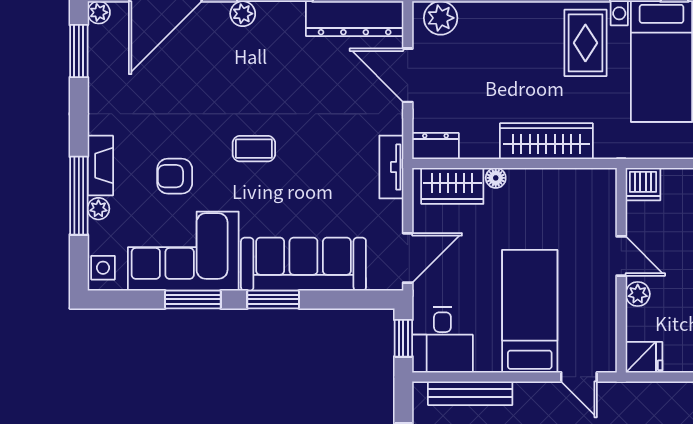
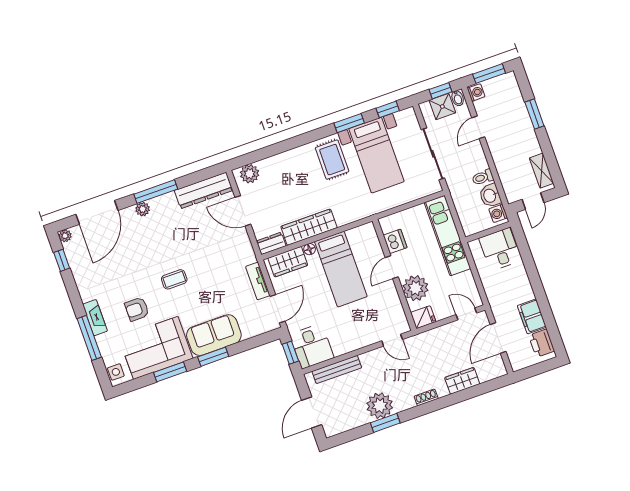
window: (79, 51) -> (62, 260), width x0.67
wardrobe: (546, 141) -> (309, 227), moved
tv unit: (391, 167) -> (258, 281), moved
dishwasher: (643, 184) -> (395, 241), moved, turned -90
plant: (98, 209) -> (102, 341), removed
door: (621, 256) -> (392, 267), swing flipped
sofa: (303, 264) -> (214, 335), width x0.73
plant: (638, 294) -> (416, 288), width x1.87, depth x1.87
bed: (530, 311) -> (341, 269), moved, turned 180

